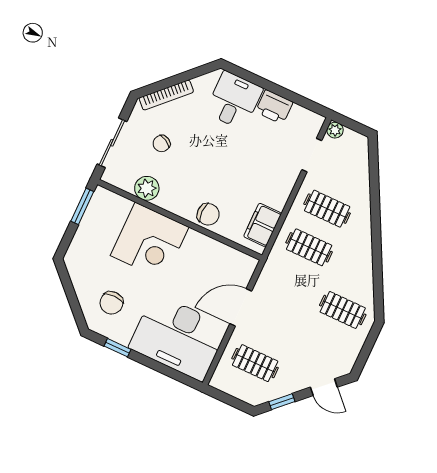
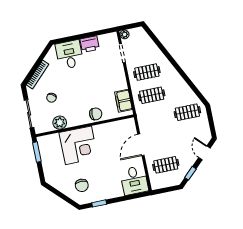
desk: (178, 337) -> (134, 180), width x0.53, depth x0.77
door: (324, 387) -> (204, 153), swing flipped

